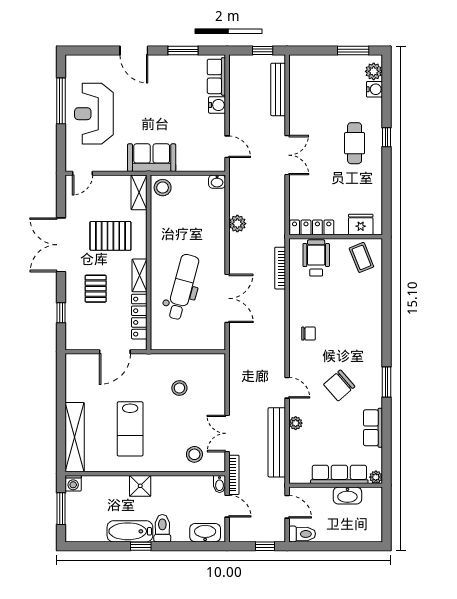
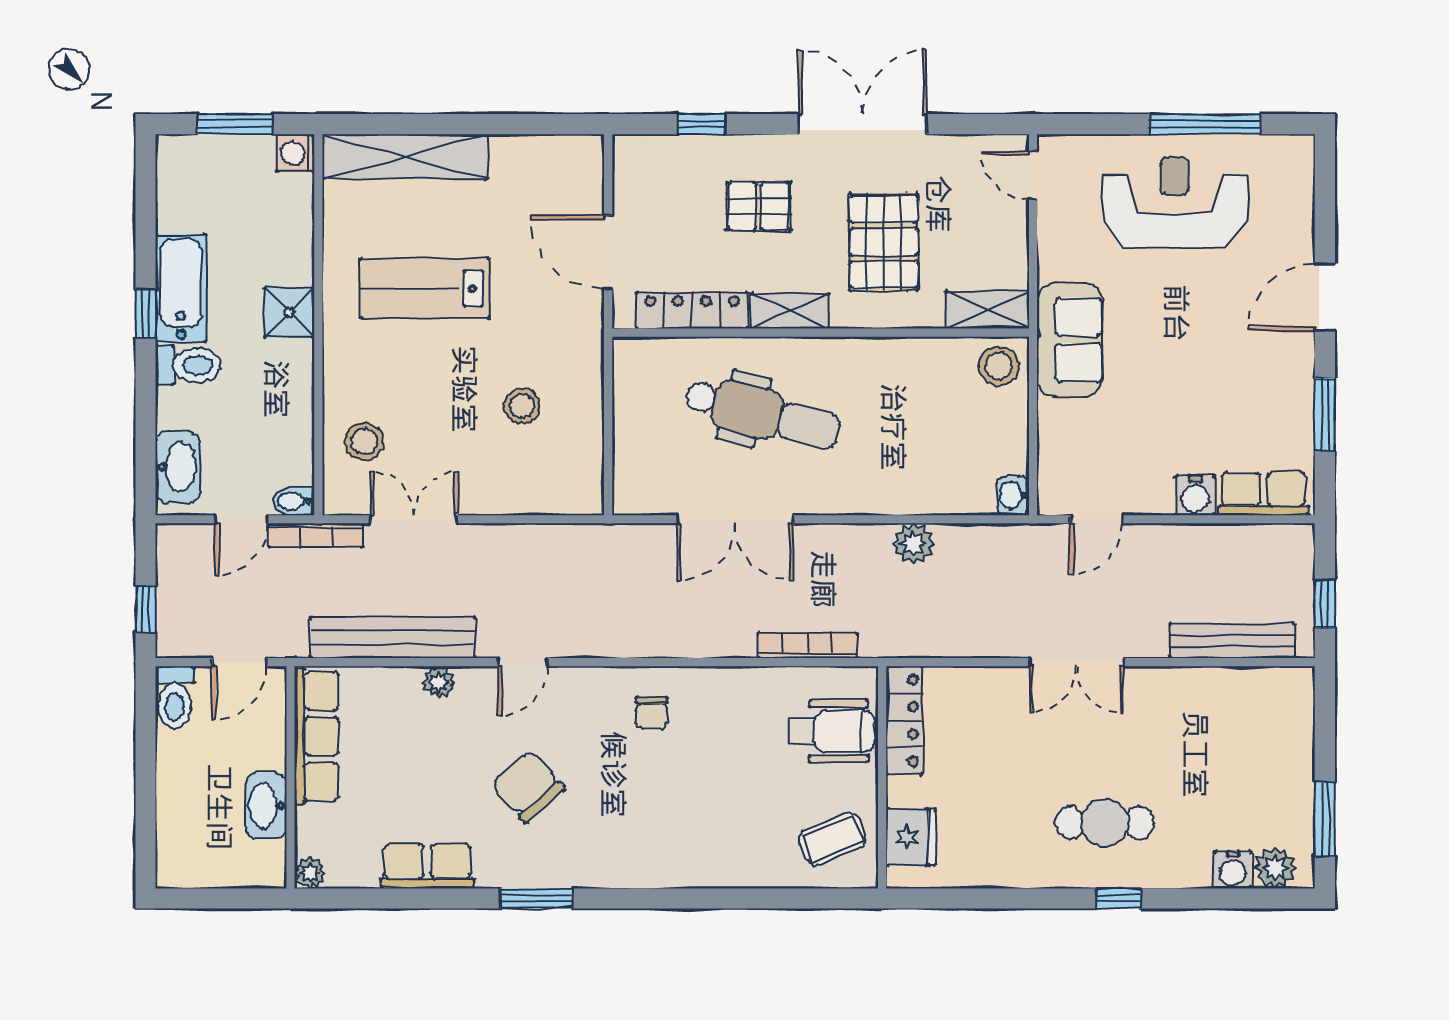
row of seats: (339, 474) -> (316, 736), moved

